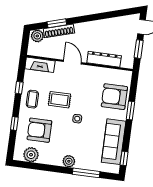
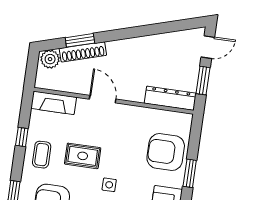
dresser: (104, 59) -> (170, 98), moved

